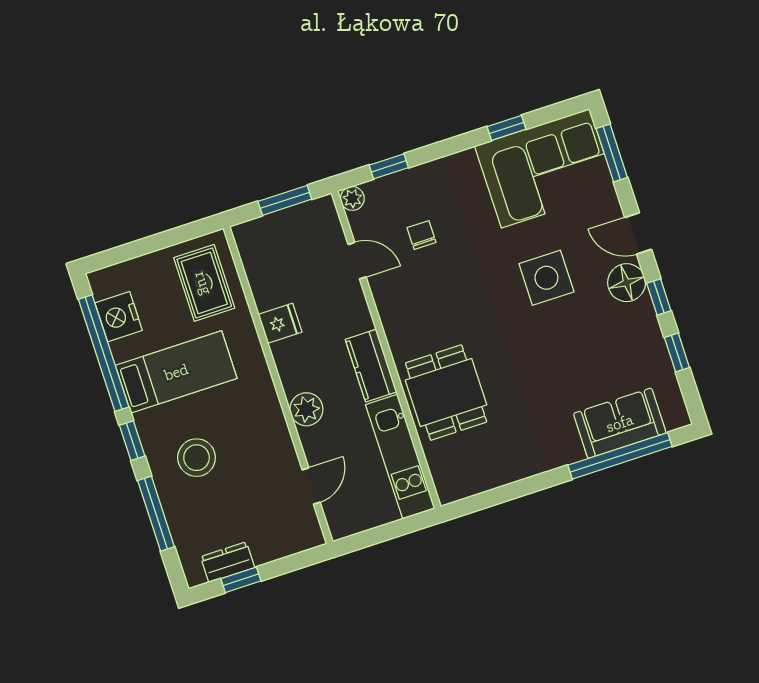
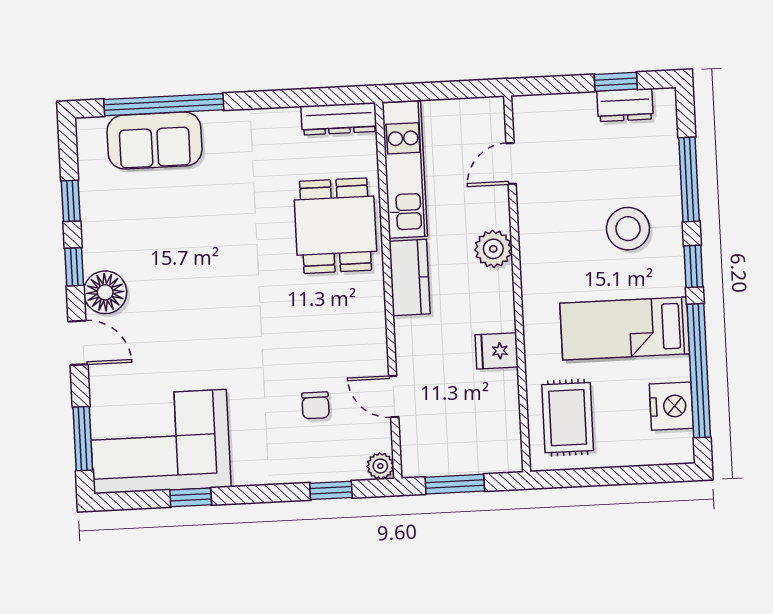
side table: (546, 278) -> (191, 321), removed
dresser: (468, 484) -> (339, 119), added

